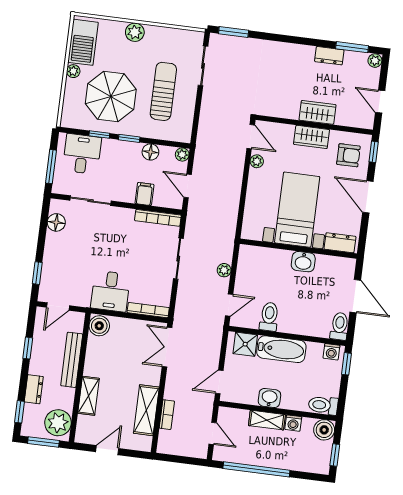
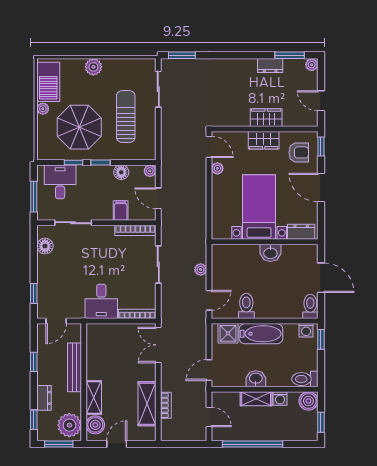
boiler: (99, 326) -> (95, 425), moved

